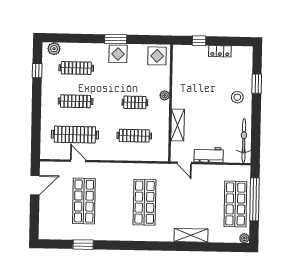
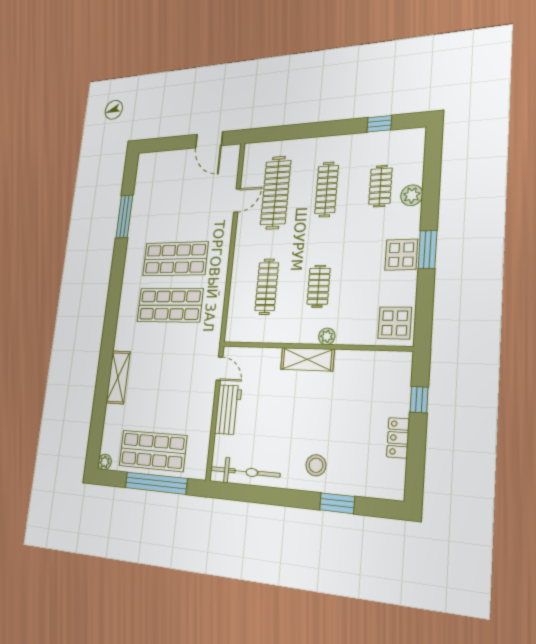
plant: (54, 49) -> (412, 195), moved
clothes rail: (76, 68) -> (380, 186), width x0.73
shelving: (178, 125) -> (307, 359), moved
door: (184, 163) -> (219, 369), swing flipped
shop shelf: (84, 201) -> (175, 259), moved
window: (83, 245) -> (124, 216), width x1.44

